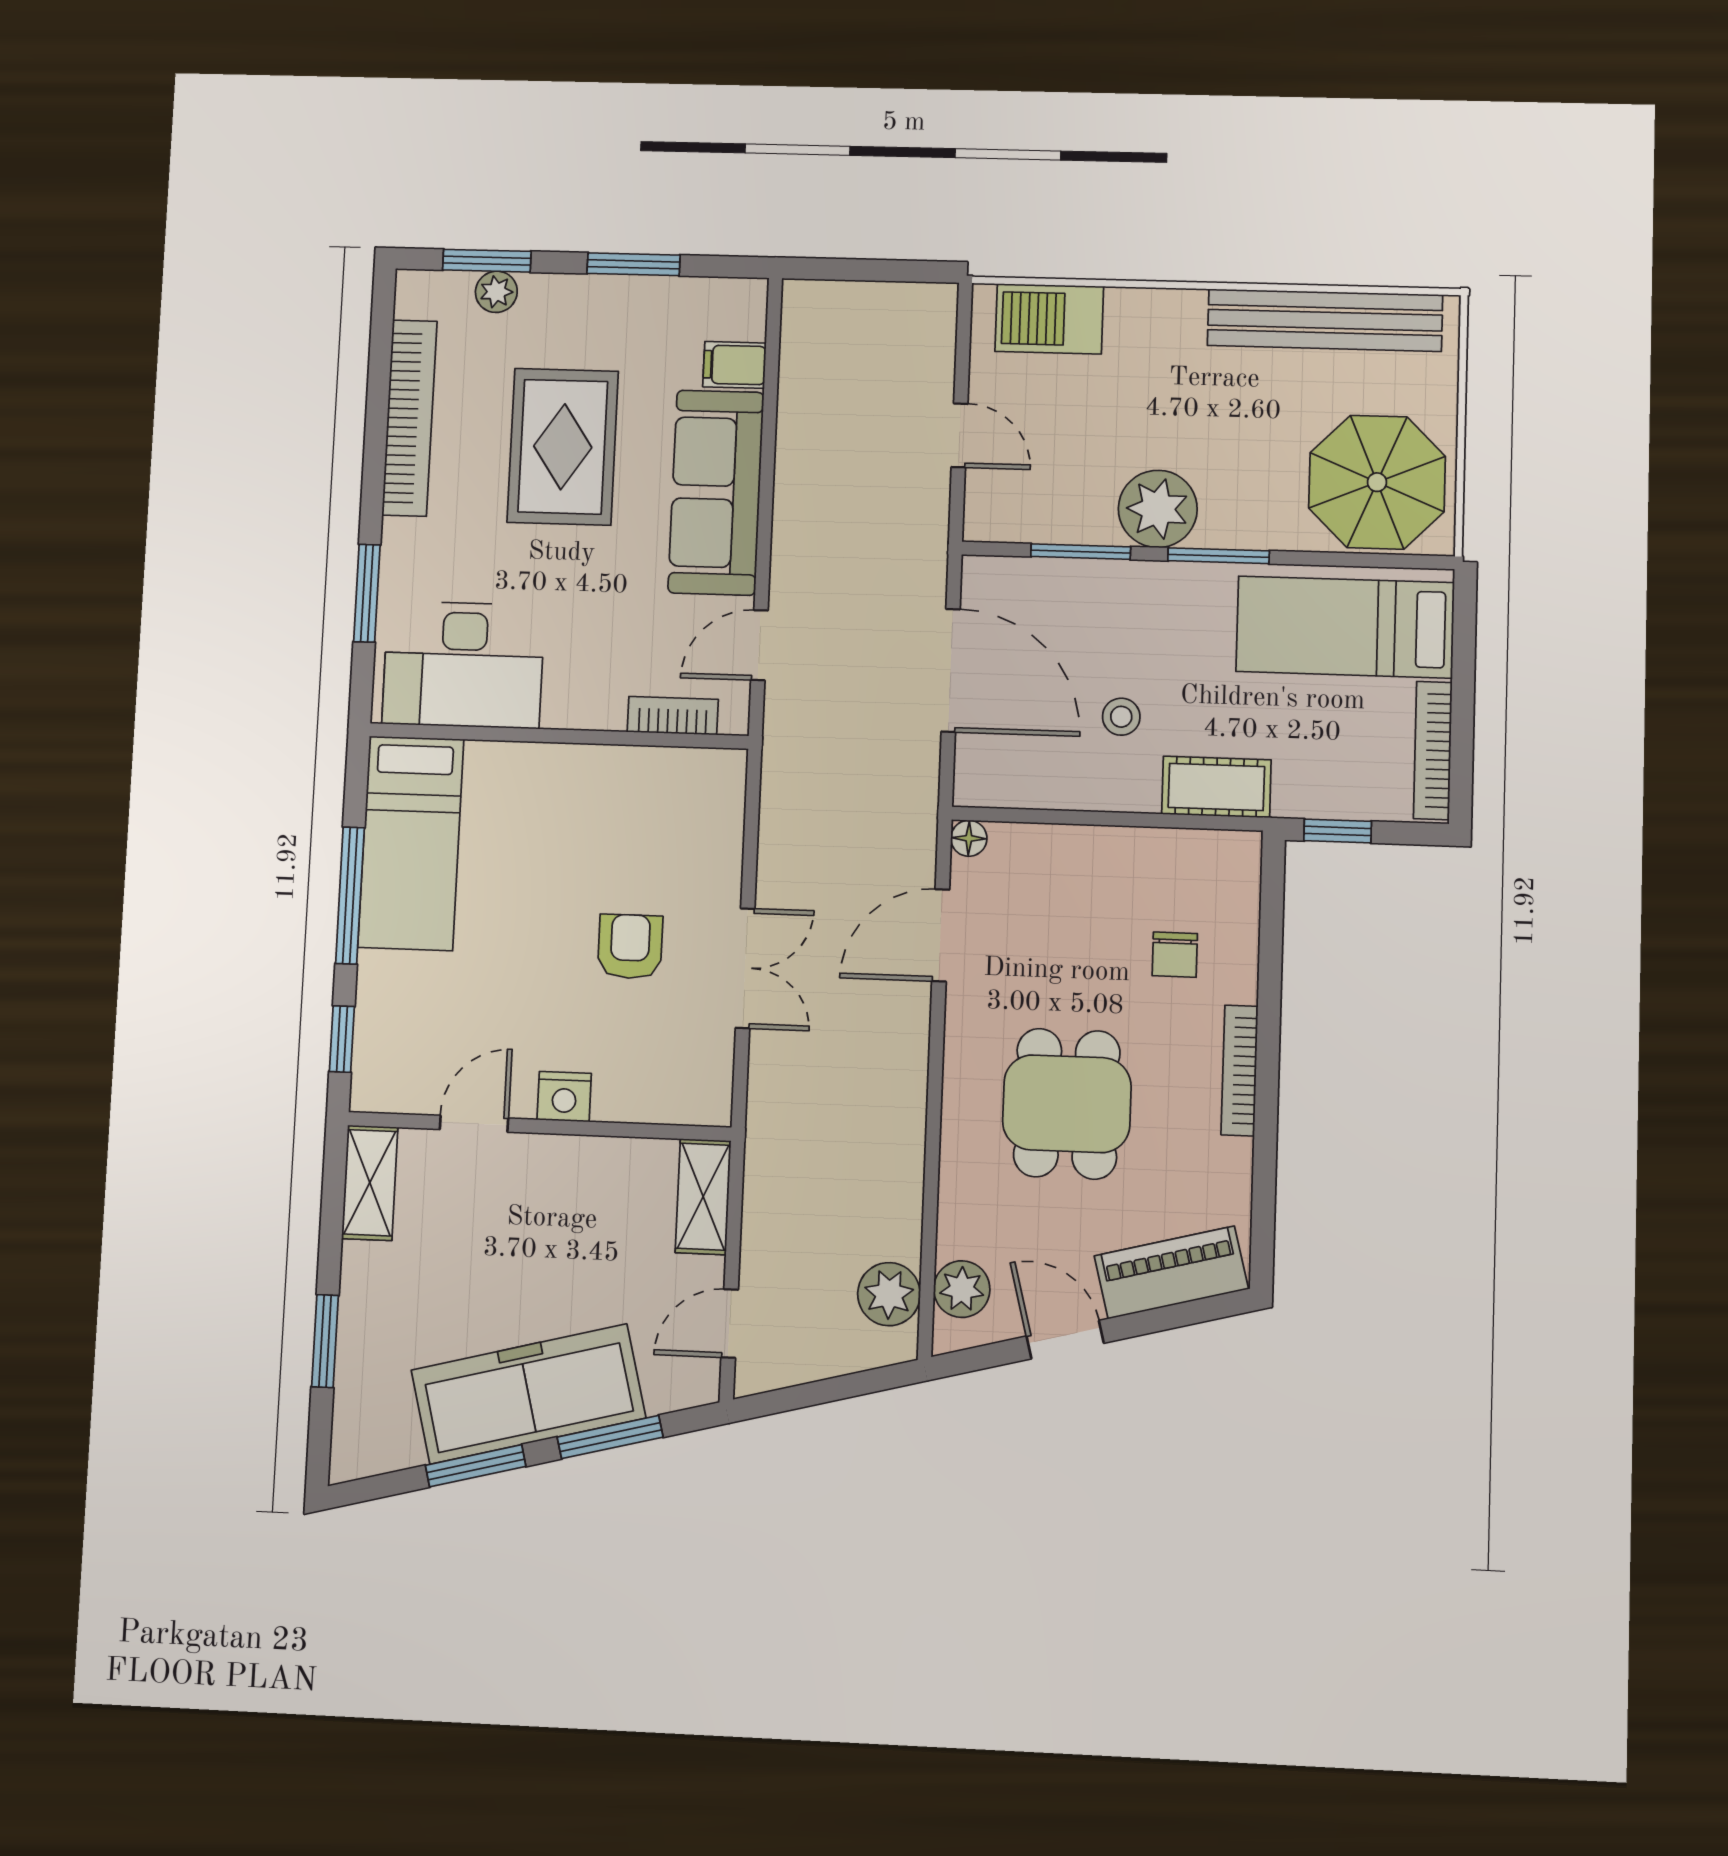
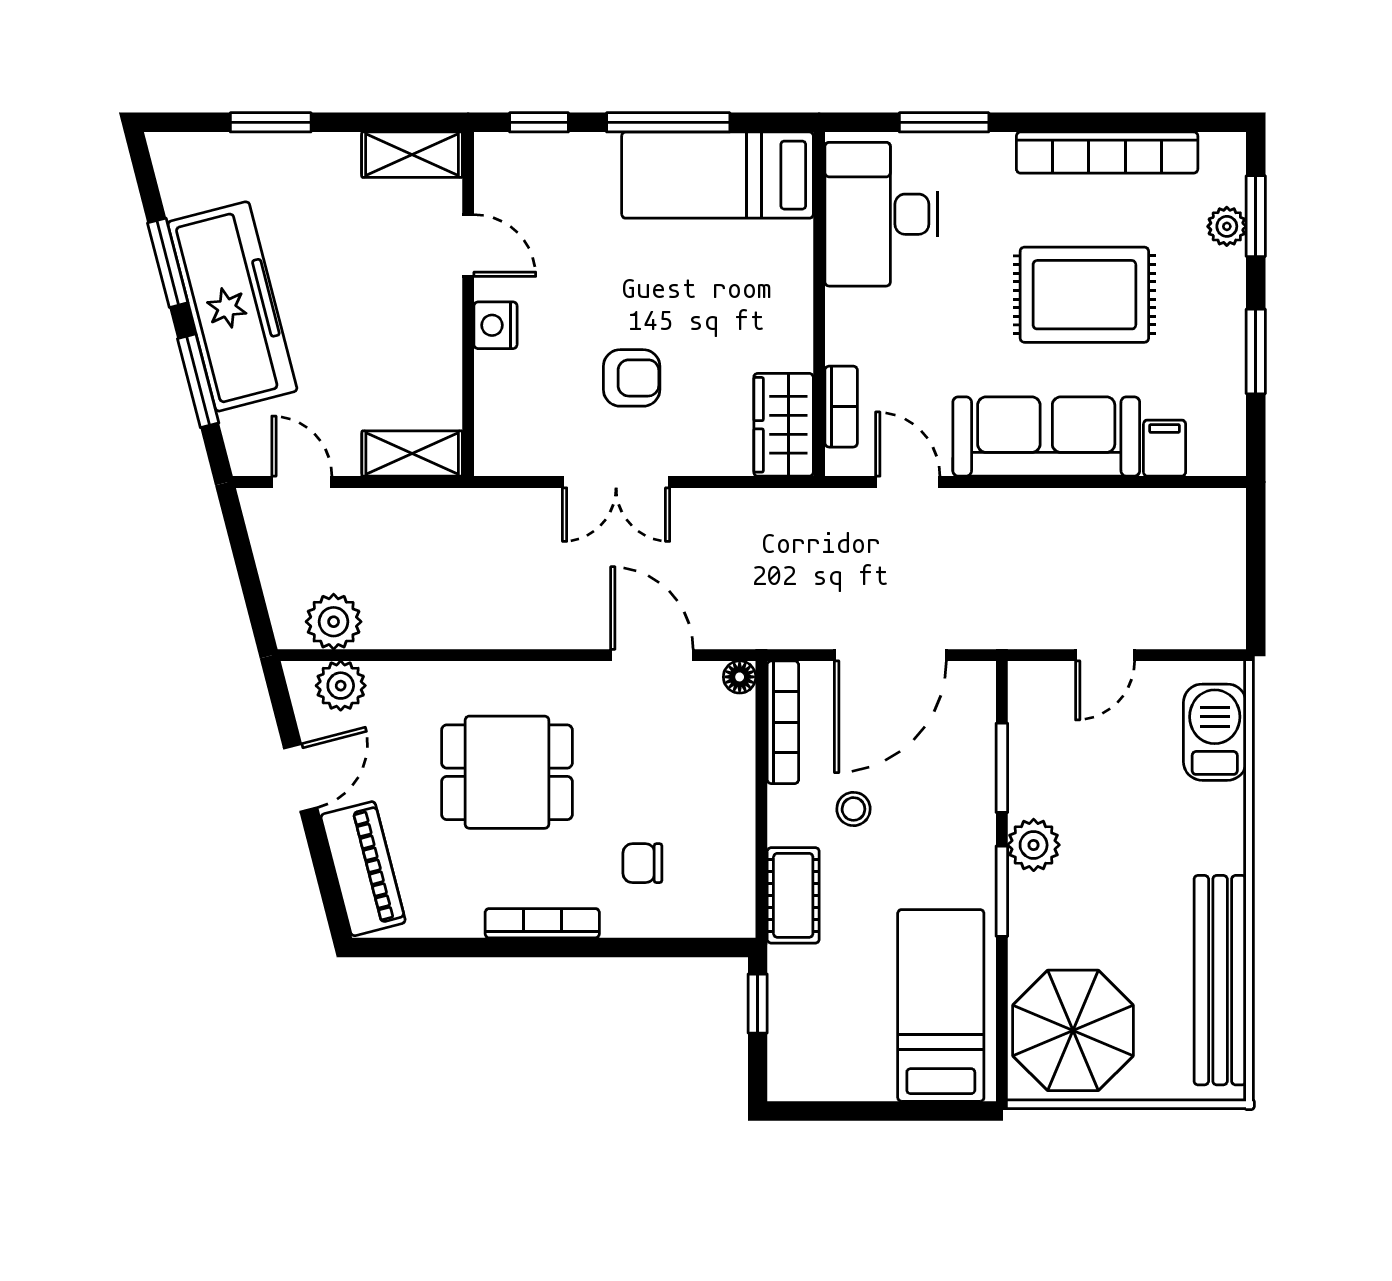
plant: (1158, 509) -> (1034, 845), width x0.73, depth x0.73
bookcase: (1433, 750) -> (783, 722), moved, turned 90
wardrobe: (690, 780) -> (784, 425), added

